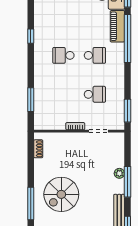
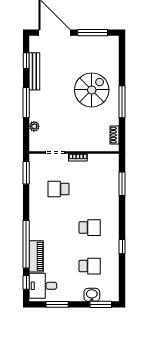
school desk: (95, 55) -> (90, 266), moved, turned 180
plant: (119, 173) -> (34, 126), moved
window: (31, 204) -> (122, 102), moved

